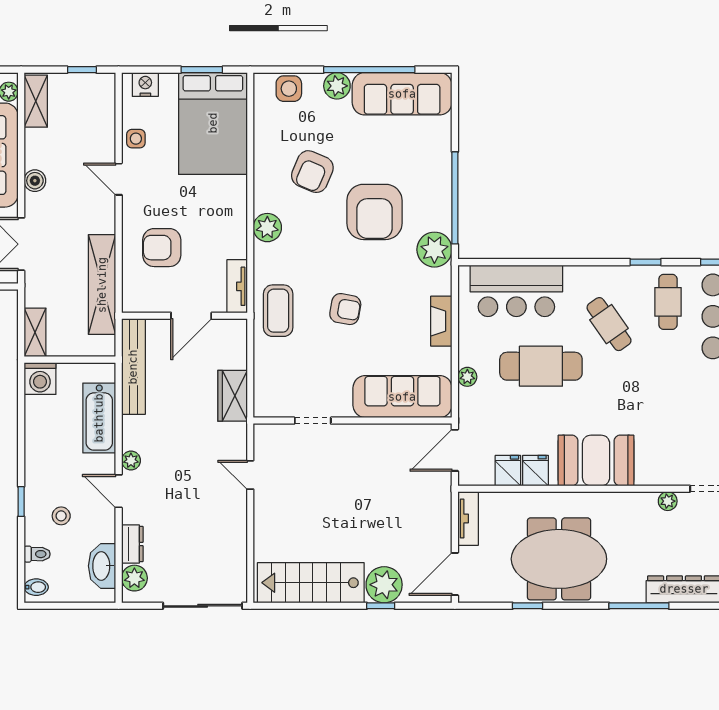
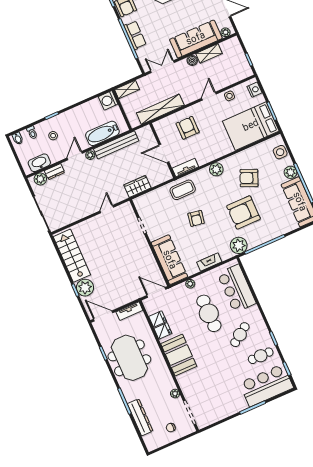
shelving: (36, 101) -> (209, 53), moved
bench: (133, 367) -> (116, 145), moved

